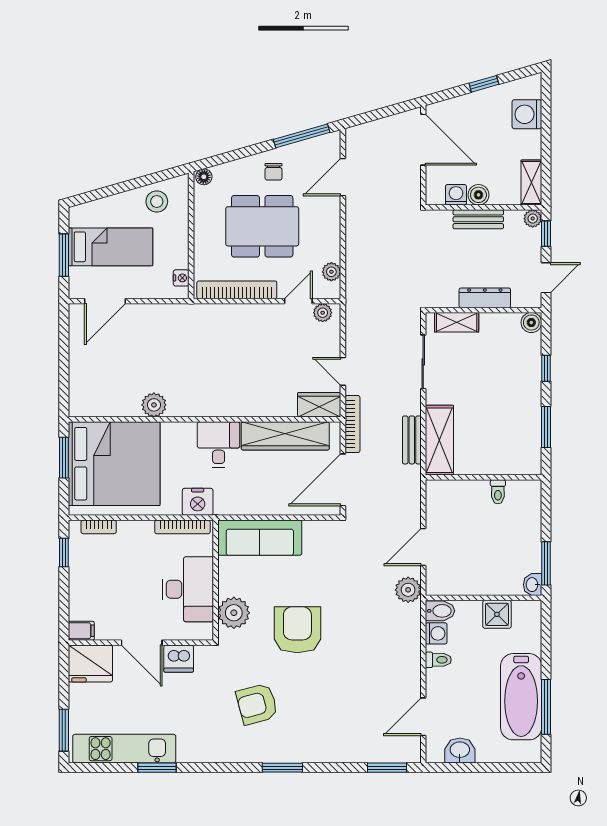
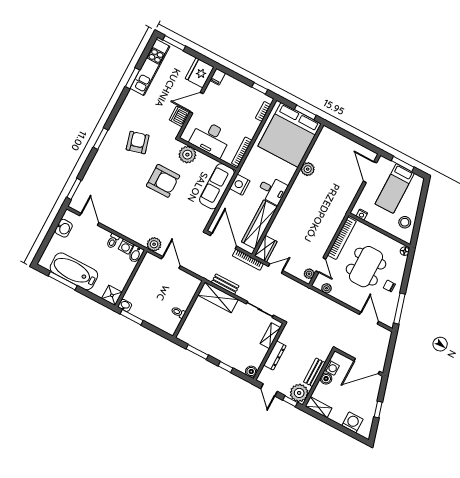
plant: (533, 219) -> (299, 393), width x1.88, depth x1.88
nightstand: (198, 502) -> (240, 185), moved
shower: (497, 614) -> (112, 295), moved

